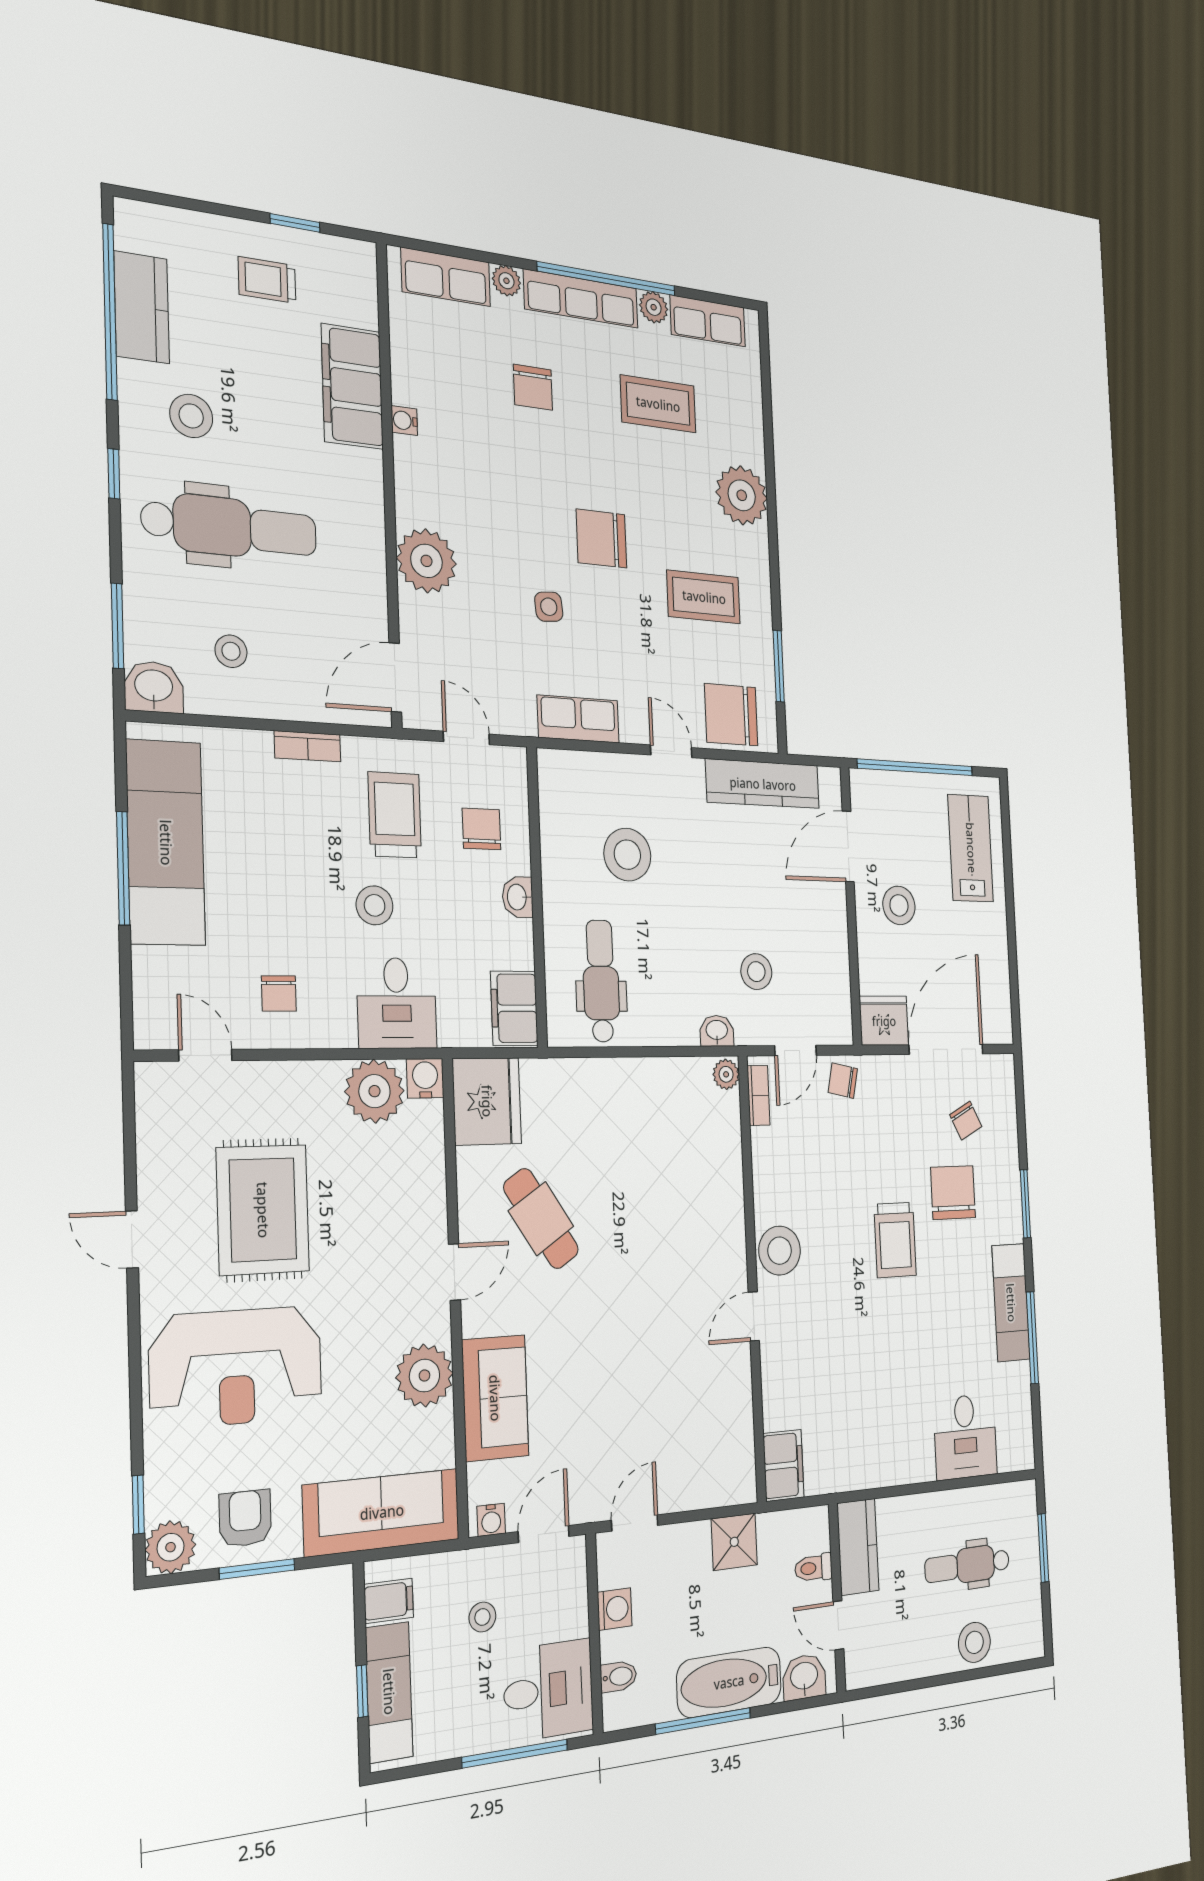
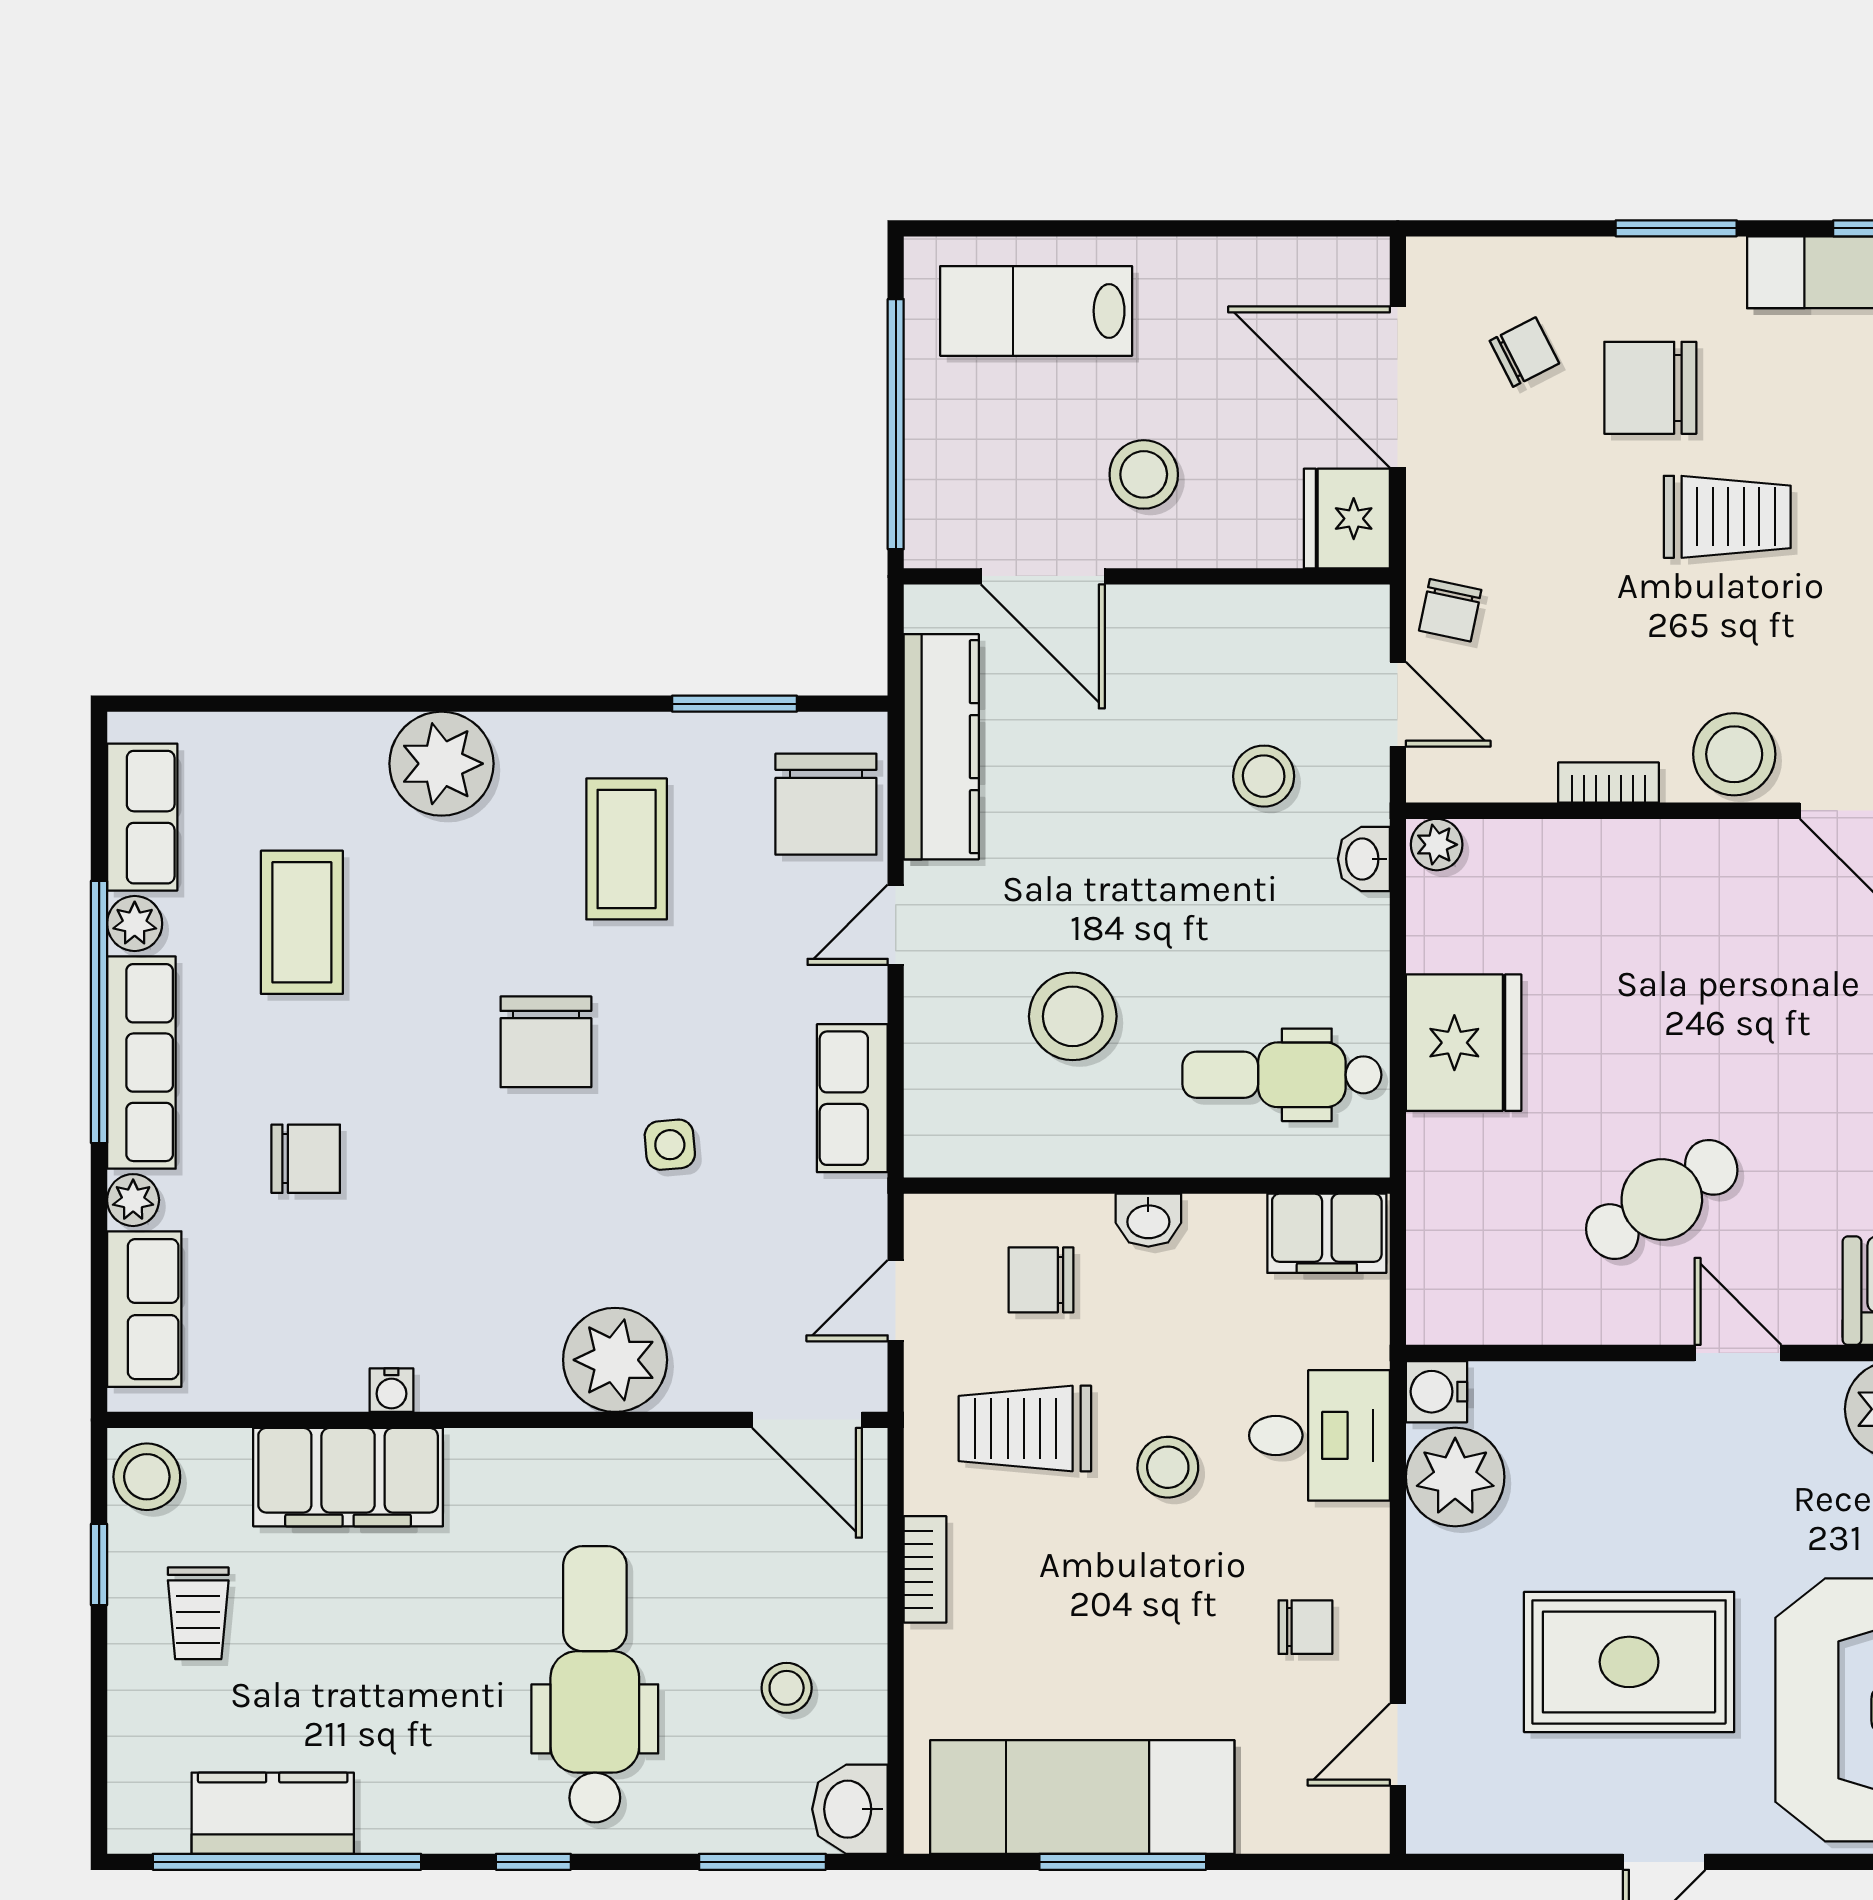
stool: (191, 416) -> (147, 1477), moved
bookcase: (758, 1095) -> (1609, 783), moved
fridge: (487, 1101) -> (1464, 1043), moved, turned 90

